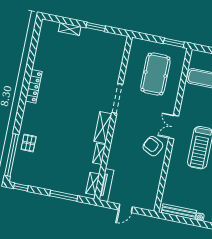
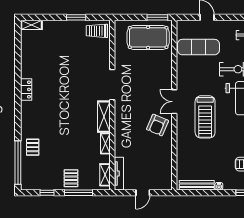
shelving: (70, 29) -> (31, 25), moved
trolley: (113, 44) -> (97, 31), added
pool table: (155, 74) -> (148, 37), moved, turned 90
locker: (34, 86) -> (26, 89), width x0.66
armchair: (153, 146) -> (157, 125), turned -93
pallet: (59, 180) -> (71, 178), added
window: (21, 187) -> (47, 193), moved

